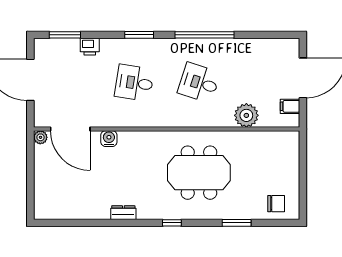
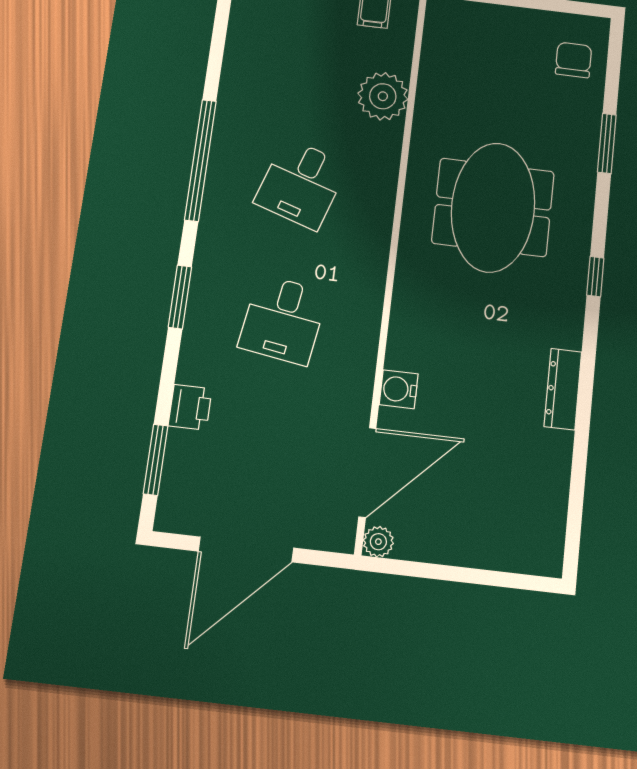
dresser: (123, 213) -> (563, 389), width x1.44

